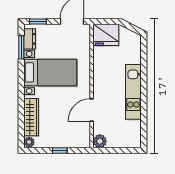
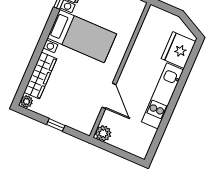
fridge: (106, 35) -> (178, 50), moved, turned 90
door: (92, 110) -> (109, 96), swing flipped

